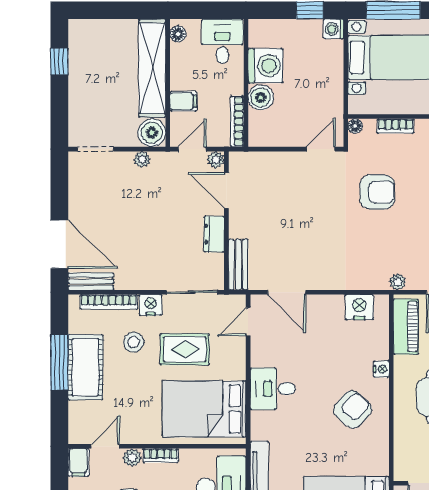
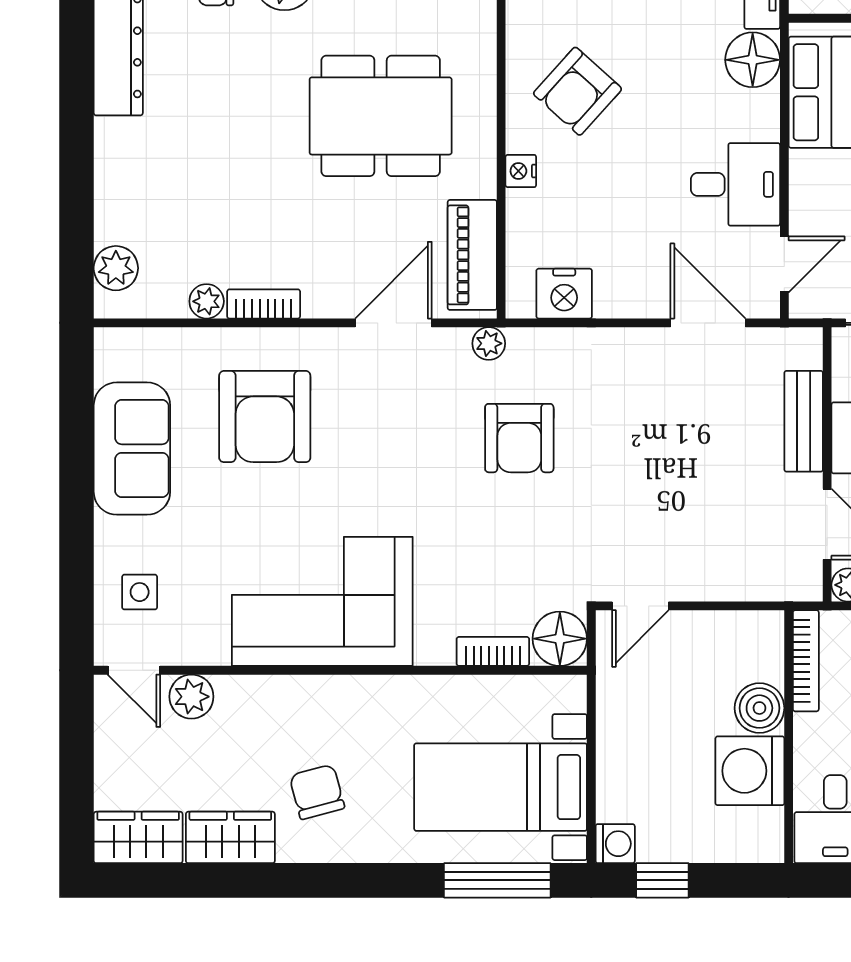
floor lamp: (355, 126) -> (560, 639), width x1.89, depth x1.89
armchair: (377, 192) -> (519, 438), moved, turned -90
bench: (238, 265) -> (804, 421), moved
desk: (273, 389) -> (735, 184), moved
floor lamp: (264, 425) -> (753, 60), added

